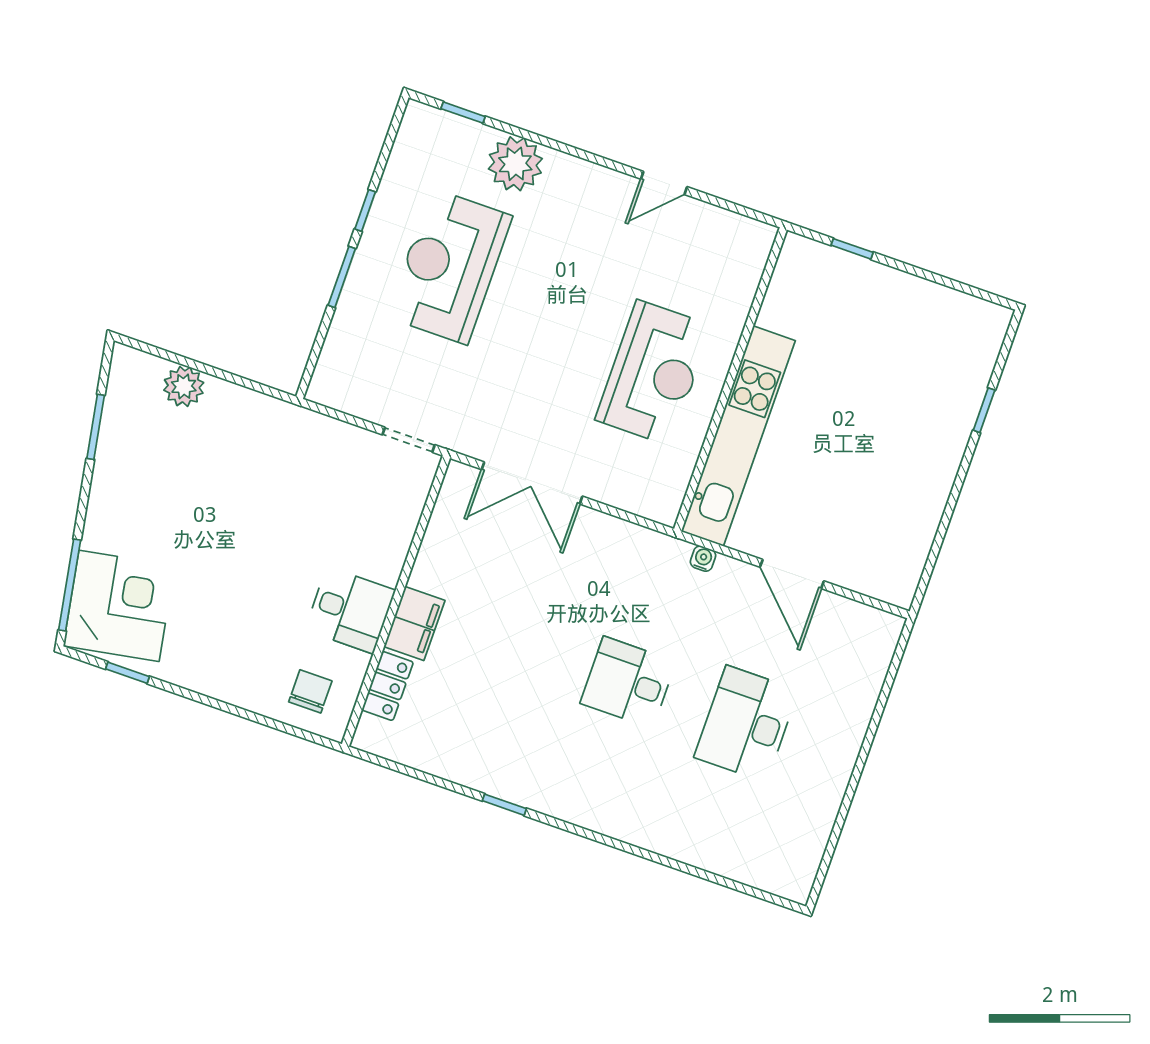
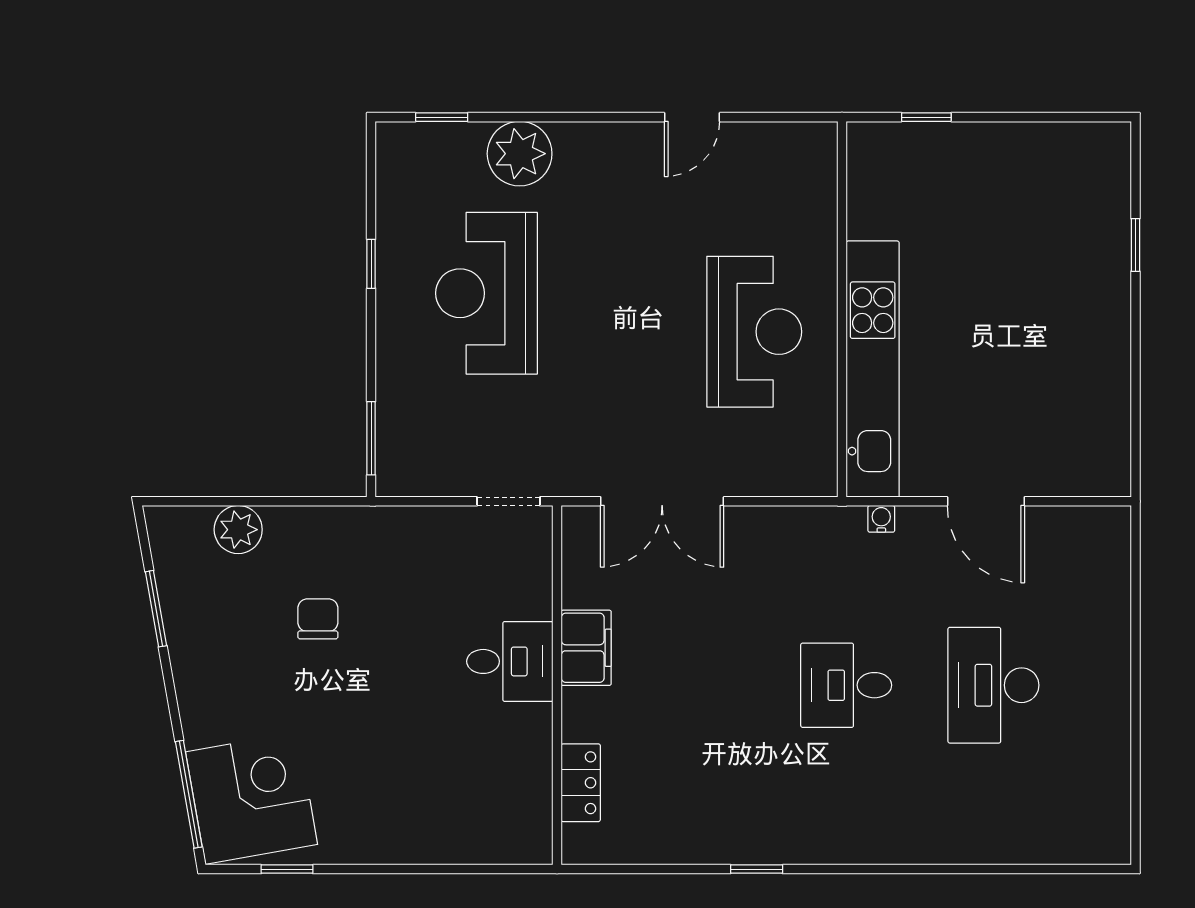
window: (342, 277) -> (371, 438), moved
desk: (350, 610) -> (510, 661), moved
filing cabinet: (414, 624) -> (586, 648), moved
chair: (310, 691) -> (318, 619), moved

